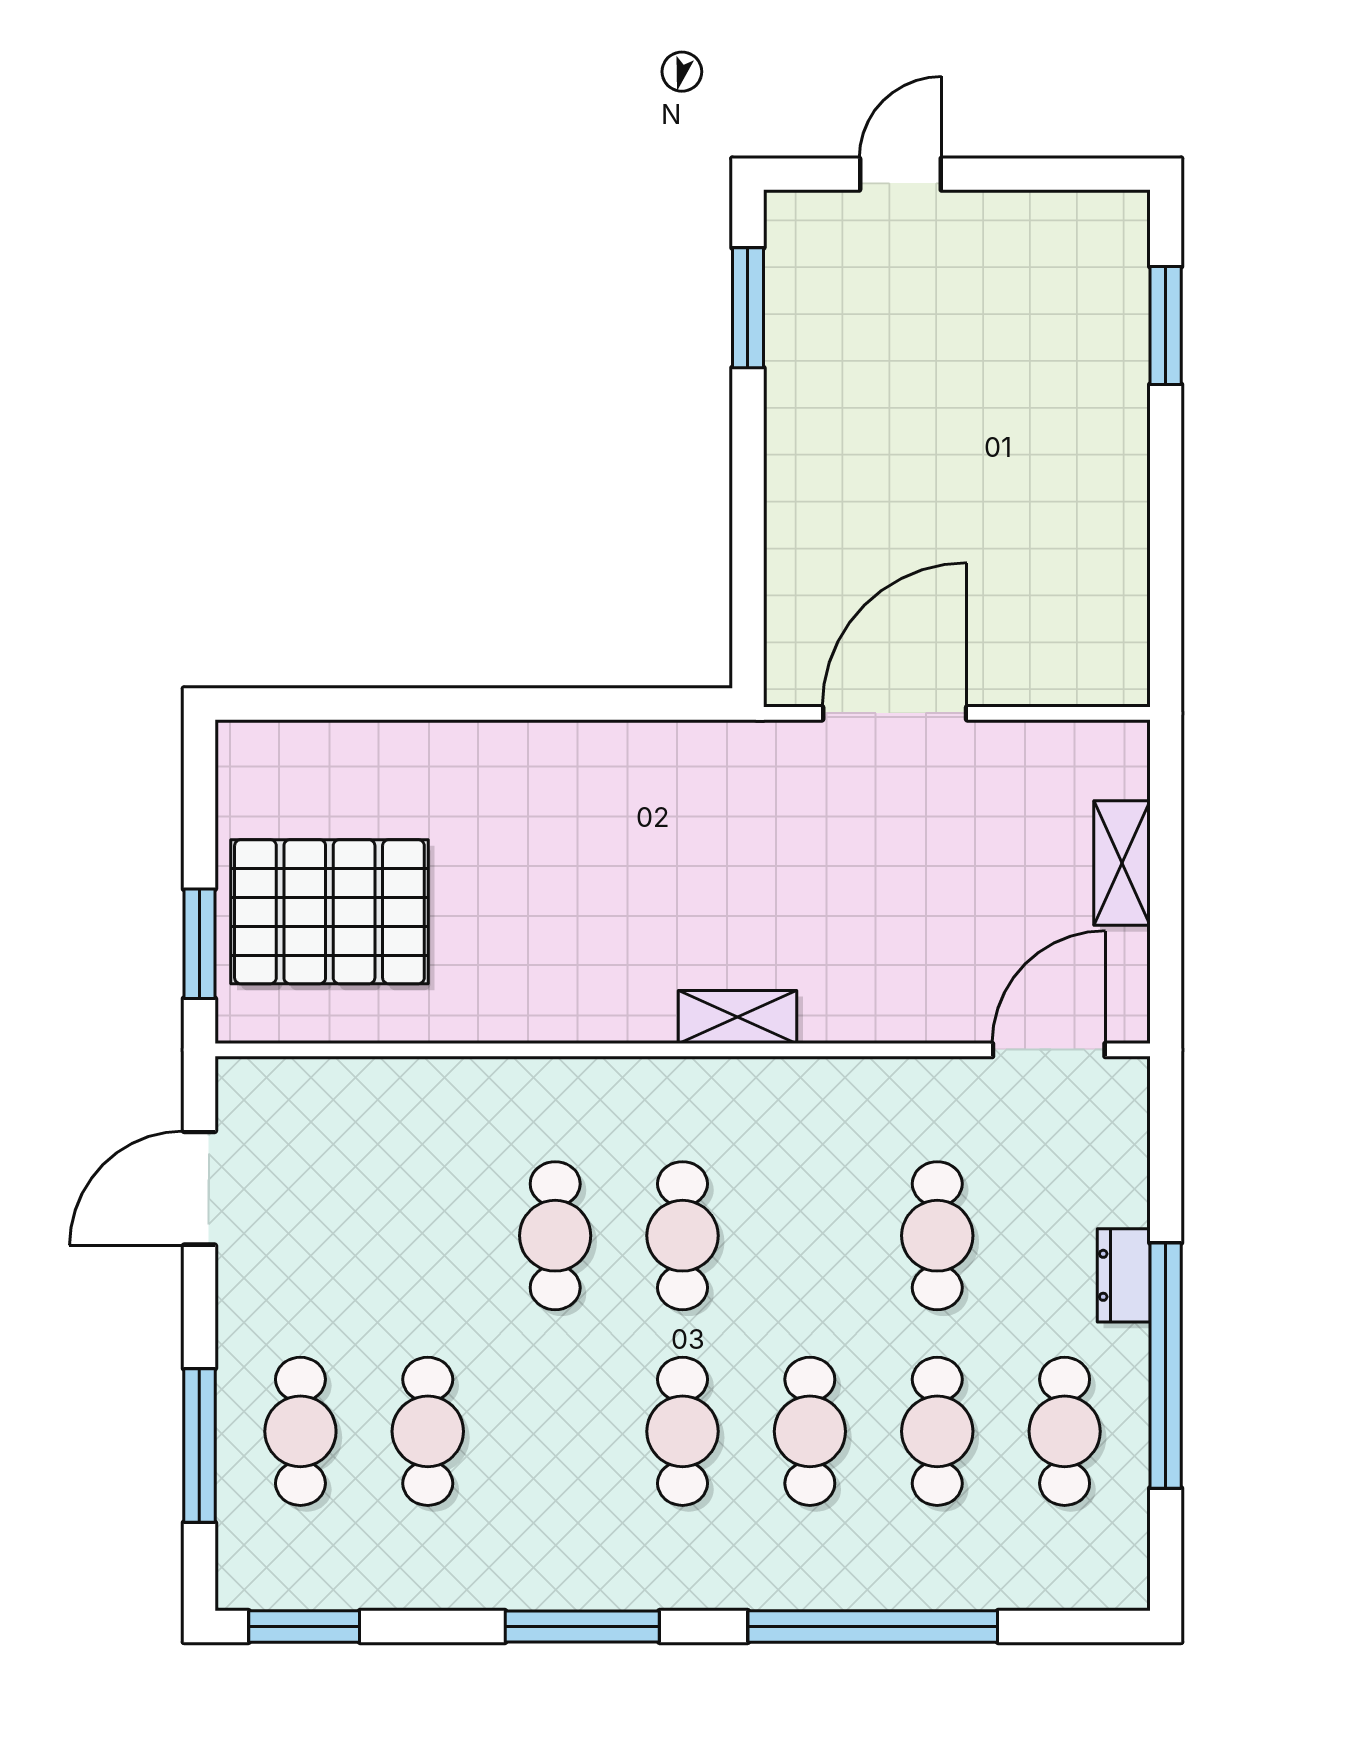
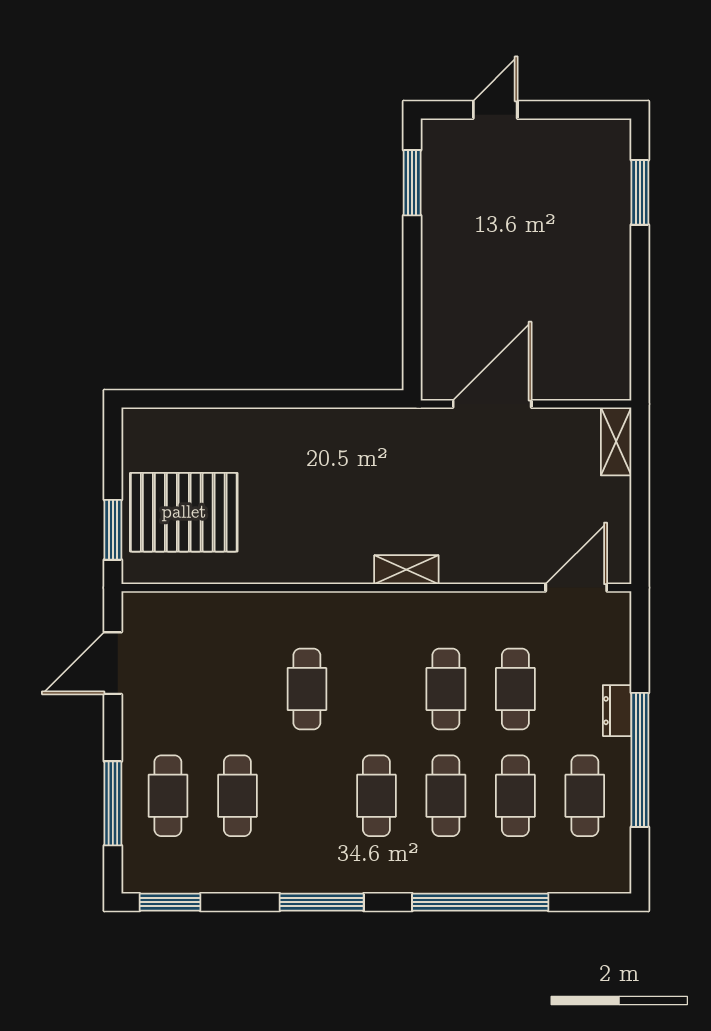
shelving: (1122, 863) -> (616, 441), moved
cafe table: (683, 1236) -> (446, 689), moved

